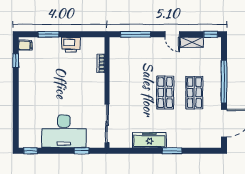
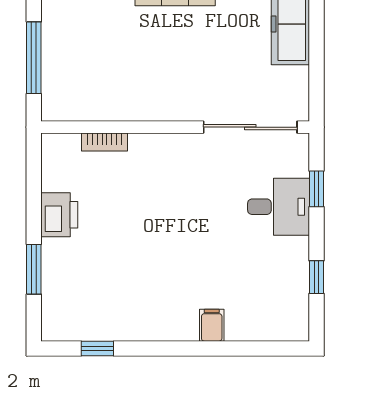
filing cabinet: (25, 45) -> (212, 325), moved
desk: (64, 131) -> (278, 207), width x0.53, depth x0.77
window: (31, 151) -> (316, 277), moved

